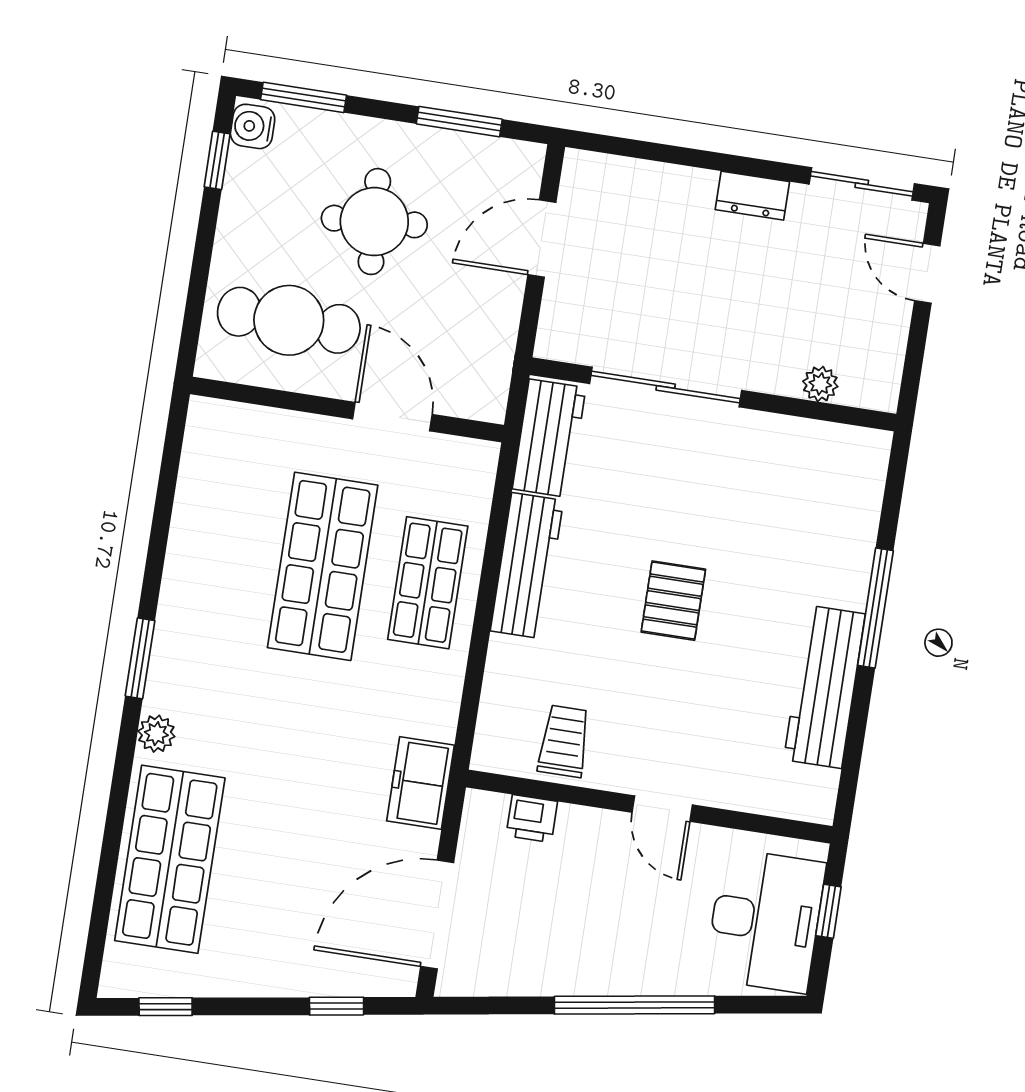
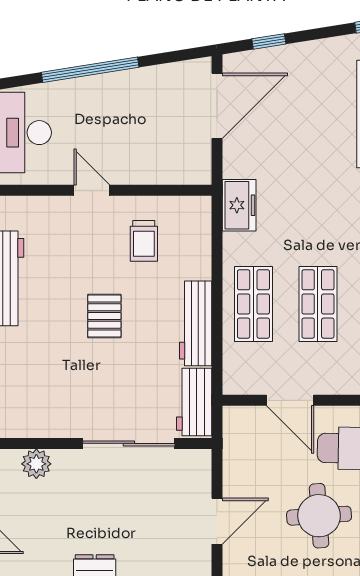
plant: (820, 384) -> (36, 464), width x1.38, depth x1.38
shop shelf: (323, 566) -> (318, 304), width x0.70, depth x0.74
trolley: (564, 741) -> (144, 241), moved
freezer: (421, 783) -> (239, 205), moved
printer: (532, 819) -> (169, 172), removed

